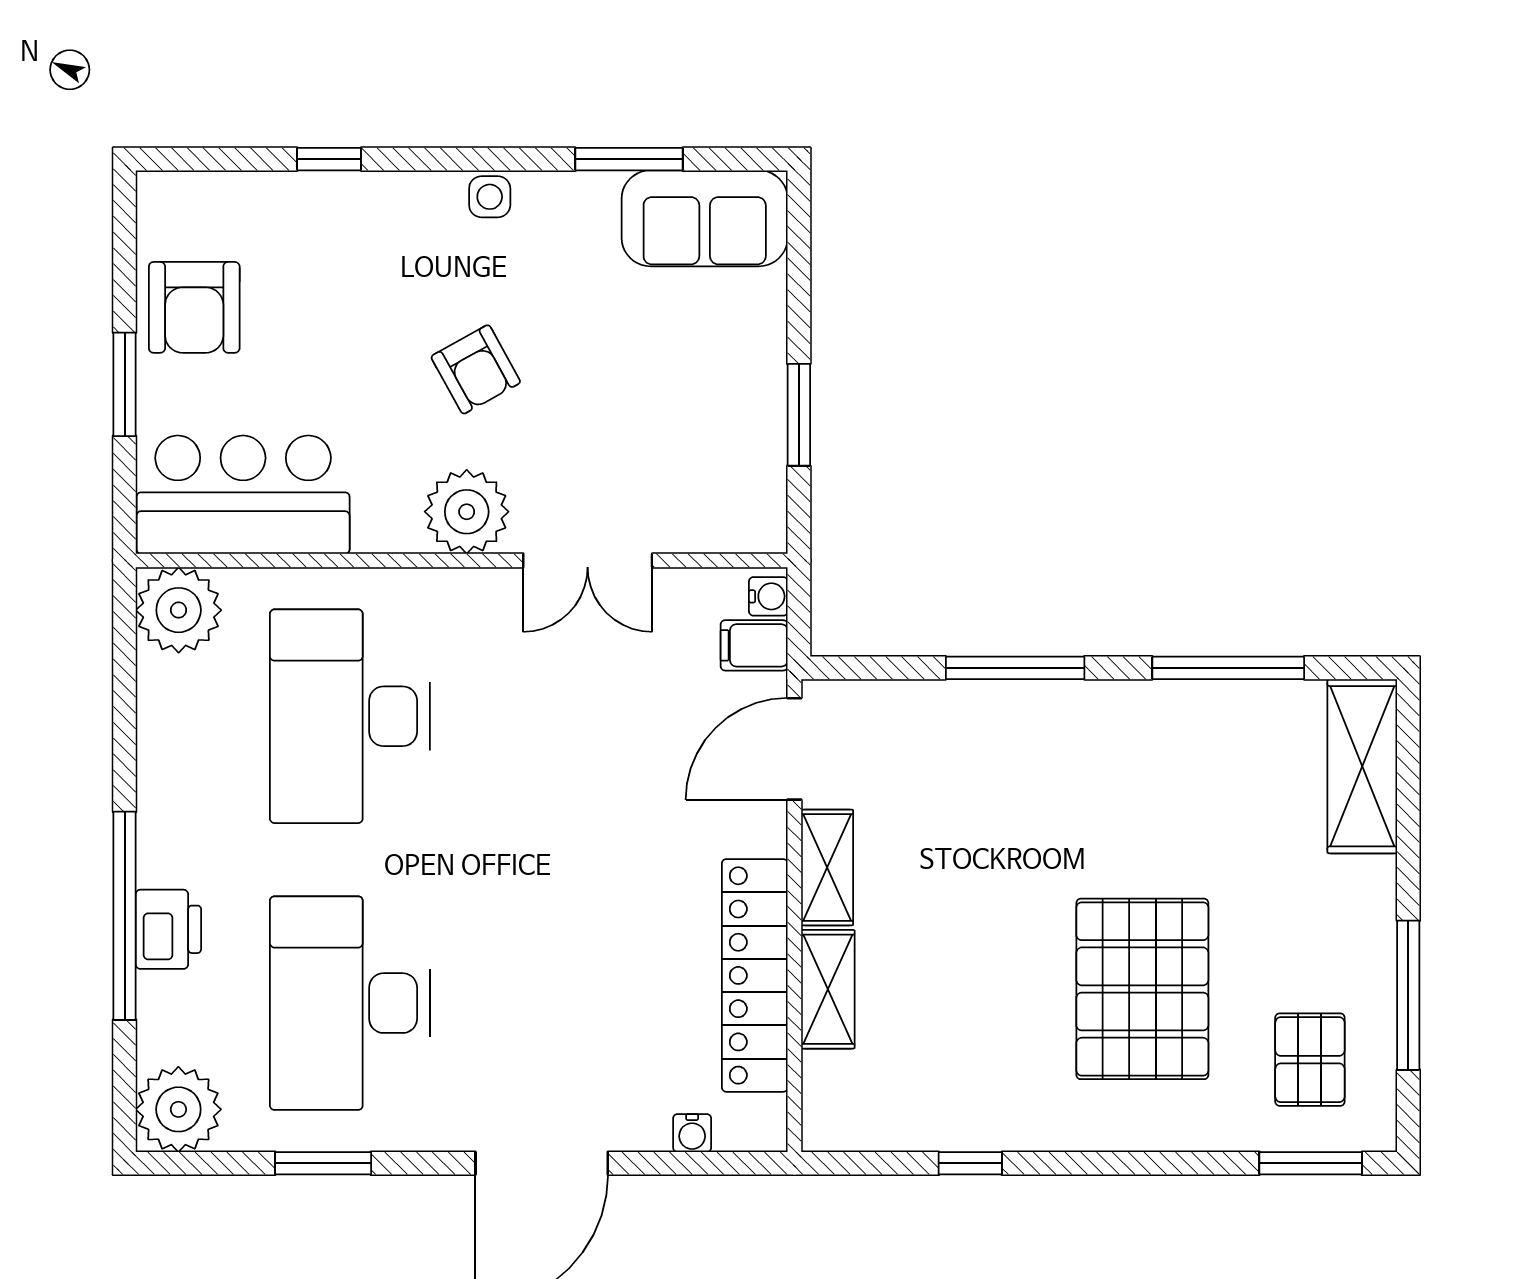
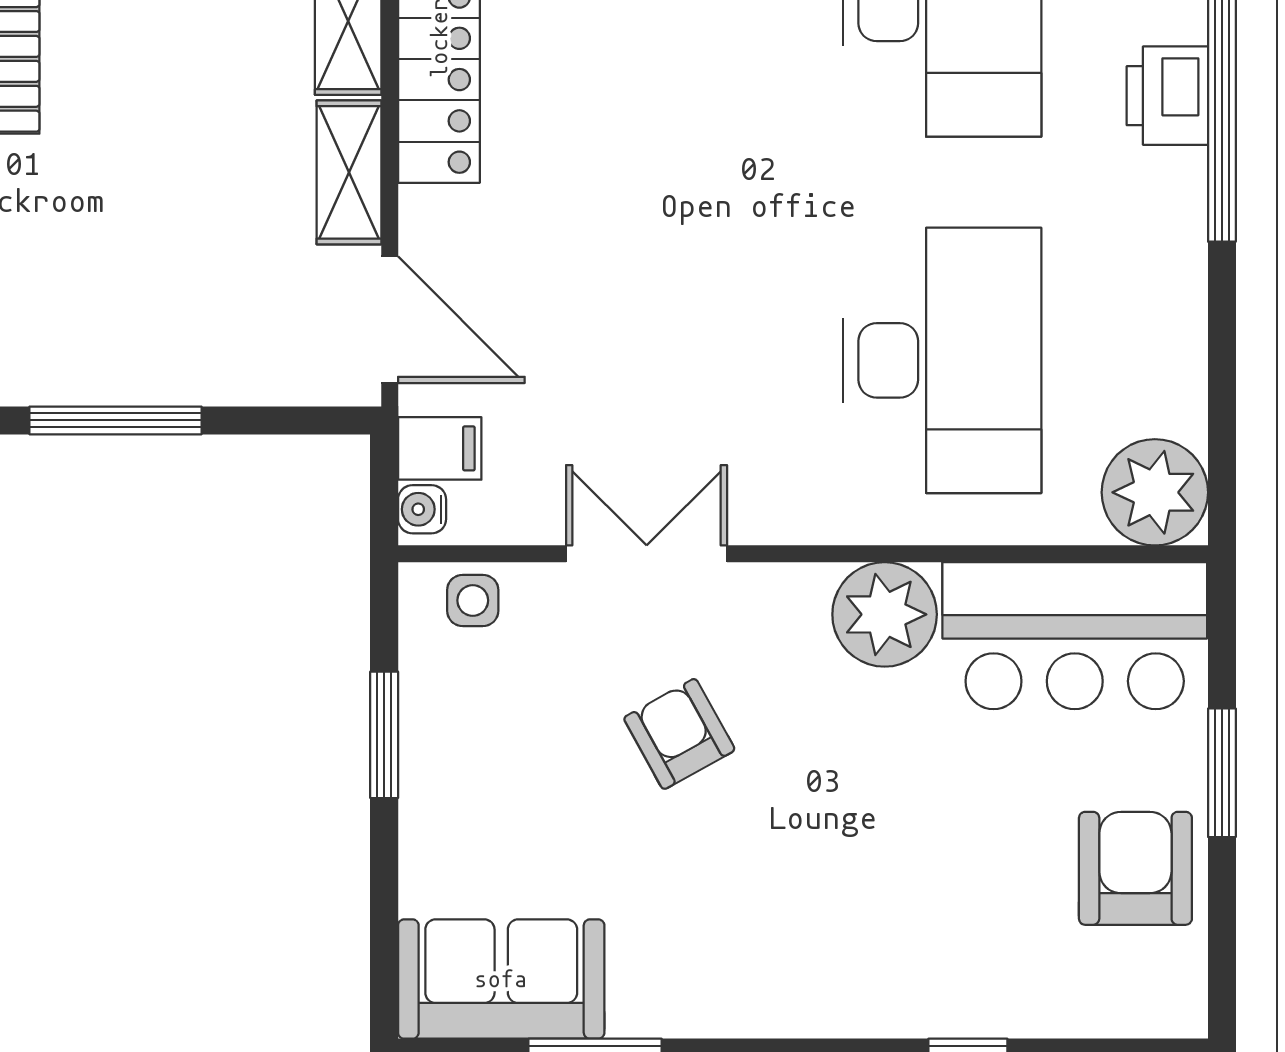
side table: (490, 197) -> (473, 600), moved
armchair: (476, 369) -> (679, 734), moved
plant: (467, 512) -> (885, 614), moved
door: (794, 749) -> (390, 320), hinge flipped

